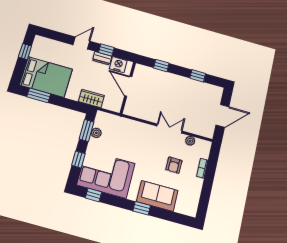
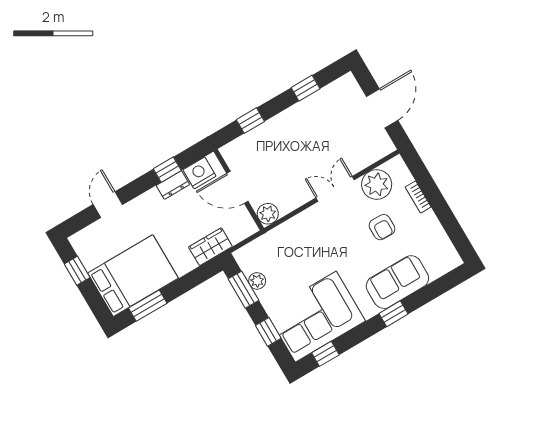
door: (81, 43) -> (108, 205), moved
plant: (130, 110) -> (268, 214), added
plant: (190, 141) -> (377, 185), width x1.87, depth x1.87

